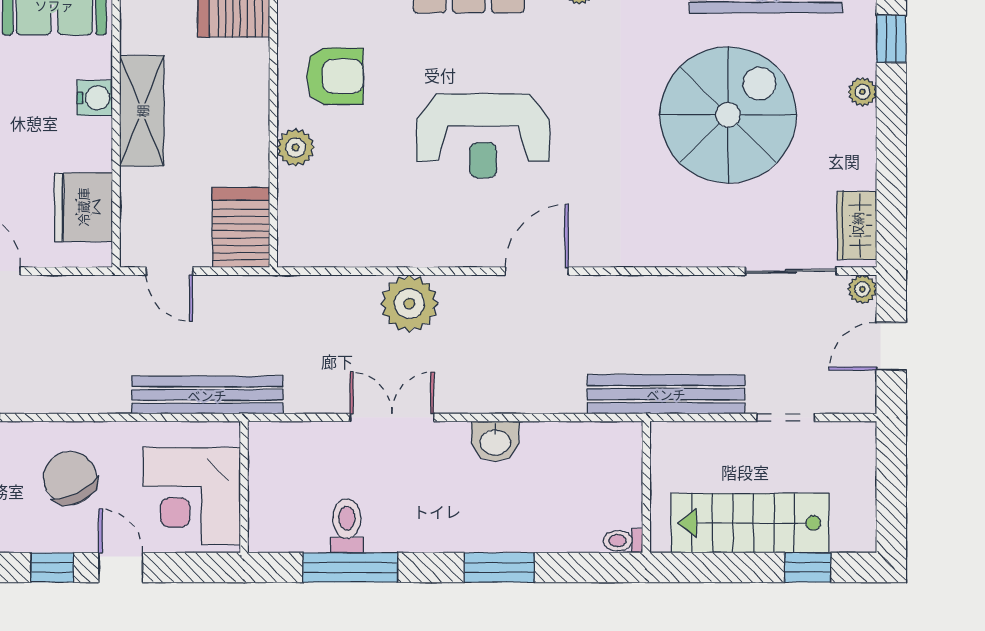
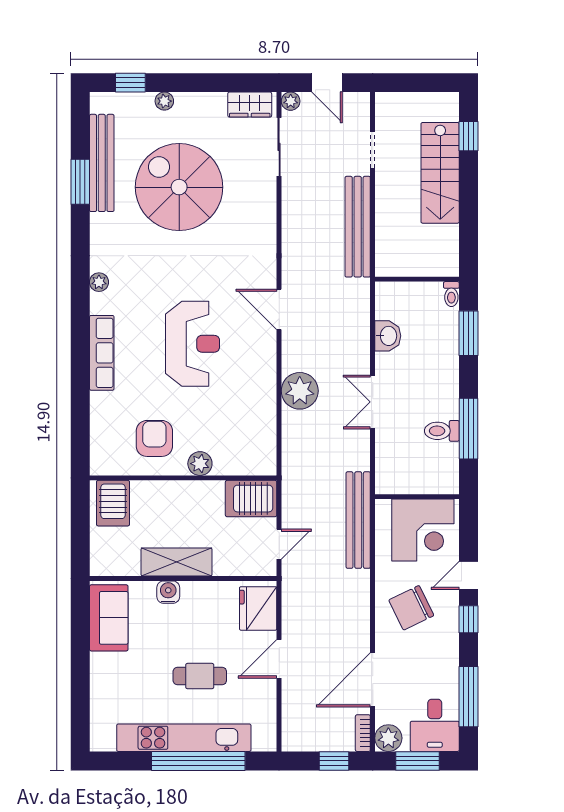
fridge: (83, 207) -> (258, 608), moved, turned 90
wall: (646, 487) -> (417, 279), moved
toilet: (623, 541) -> (451, 294), moved

